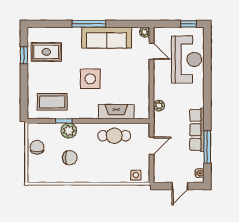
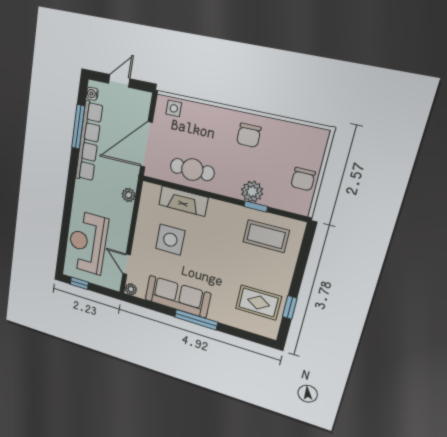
side table: (90, 79) -> (170, 240), moved
row of seats: (197, 130) -> (89, 142), width x1.36
door: (151, 146) -> (146, 145), width x1.88
chair: (70, 158) -> (249, 135), moved, turned -90

